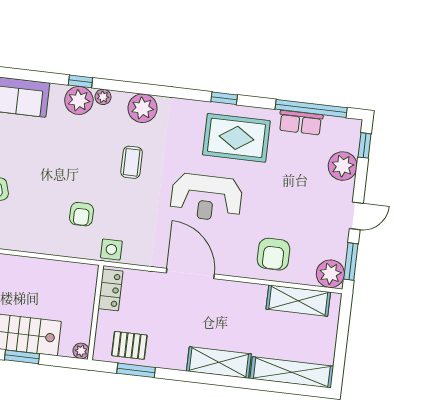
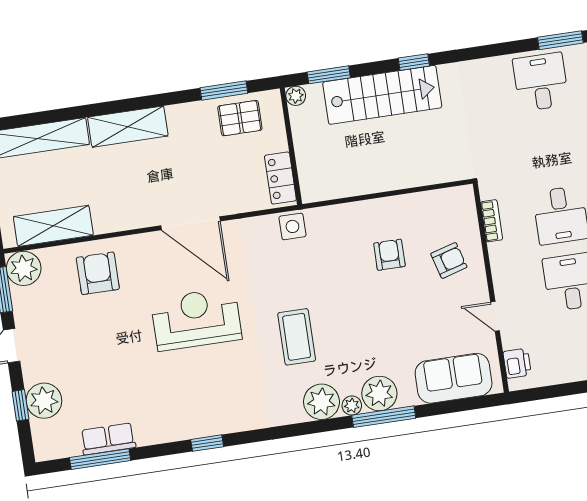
window: (80, 81) -> (384, 417), width x2.17
plant: (143, 108) -> (321, 402), moved
window: (311, 108) -> (100, 459), width x0.68
rug: (236, 138) -> (180, 400), removed
window: (365, 145) -> (20, 405), moved
coffee table: (132, 162) -> (297, 337), width x1.36, depth x1.30
armchair: (82, 214) -> (389, 255), moved
window: (22, 357) -> (329, 75), moved

